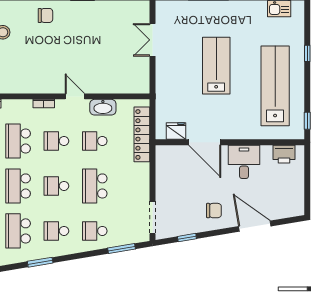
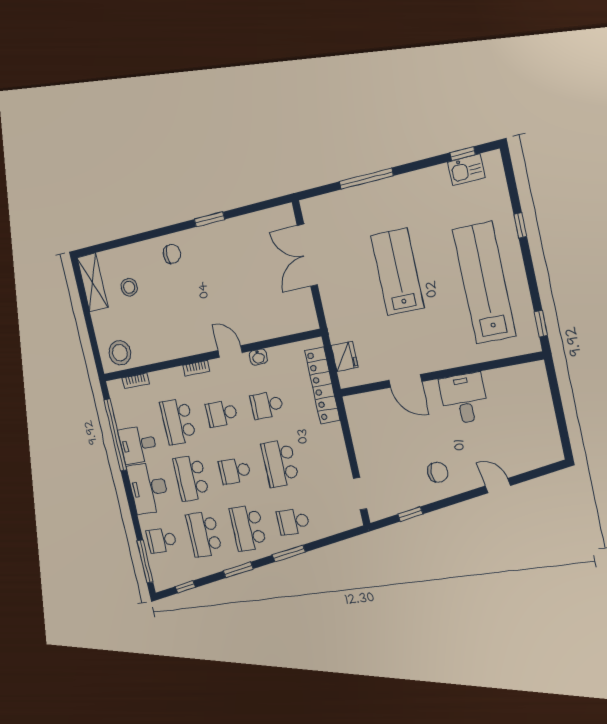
double door: (152, 40) -> (307, 255), width x1.37
washbasin: (103, 107) -> (258, 357), width x0.52, depth x0.69
fridge: (176, 131) -> (345, 357), moved, turned 90
door: (205, 142) -> (405, 381), width x0.73
printer: (284, 154) -> (517, 378), removed
doorway: (152, 217) -> (360, 494), width x0.73
door: (255, 226) -> (498, 486), width x0.53
school desk: (56, 231) -> (248, 528), width x1.85
window: (121, 249) -> (289, 553), moved

